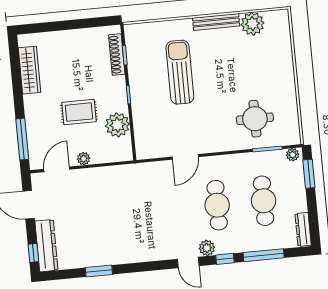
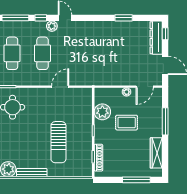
window: (56, 26) -> (136, 180), added
window: (22, 139) -> (165, 121), moved

